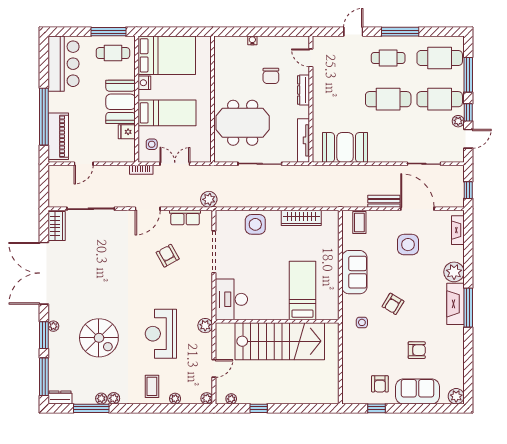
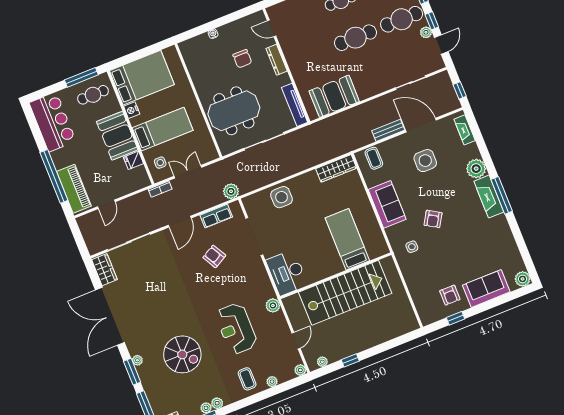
wardrobe: (301, 218) -> (336, 168), moved
armchair: (417, 350) -> (471, 252), removed

